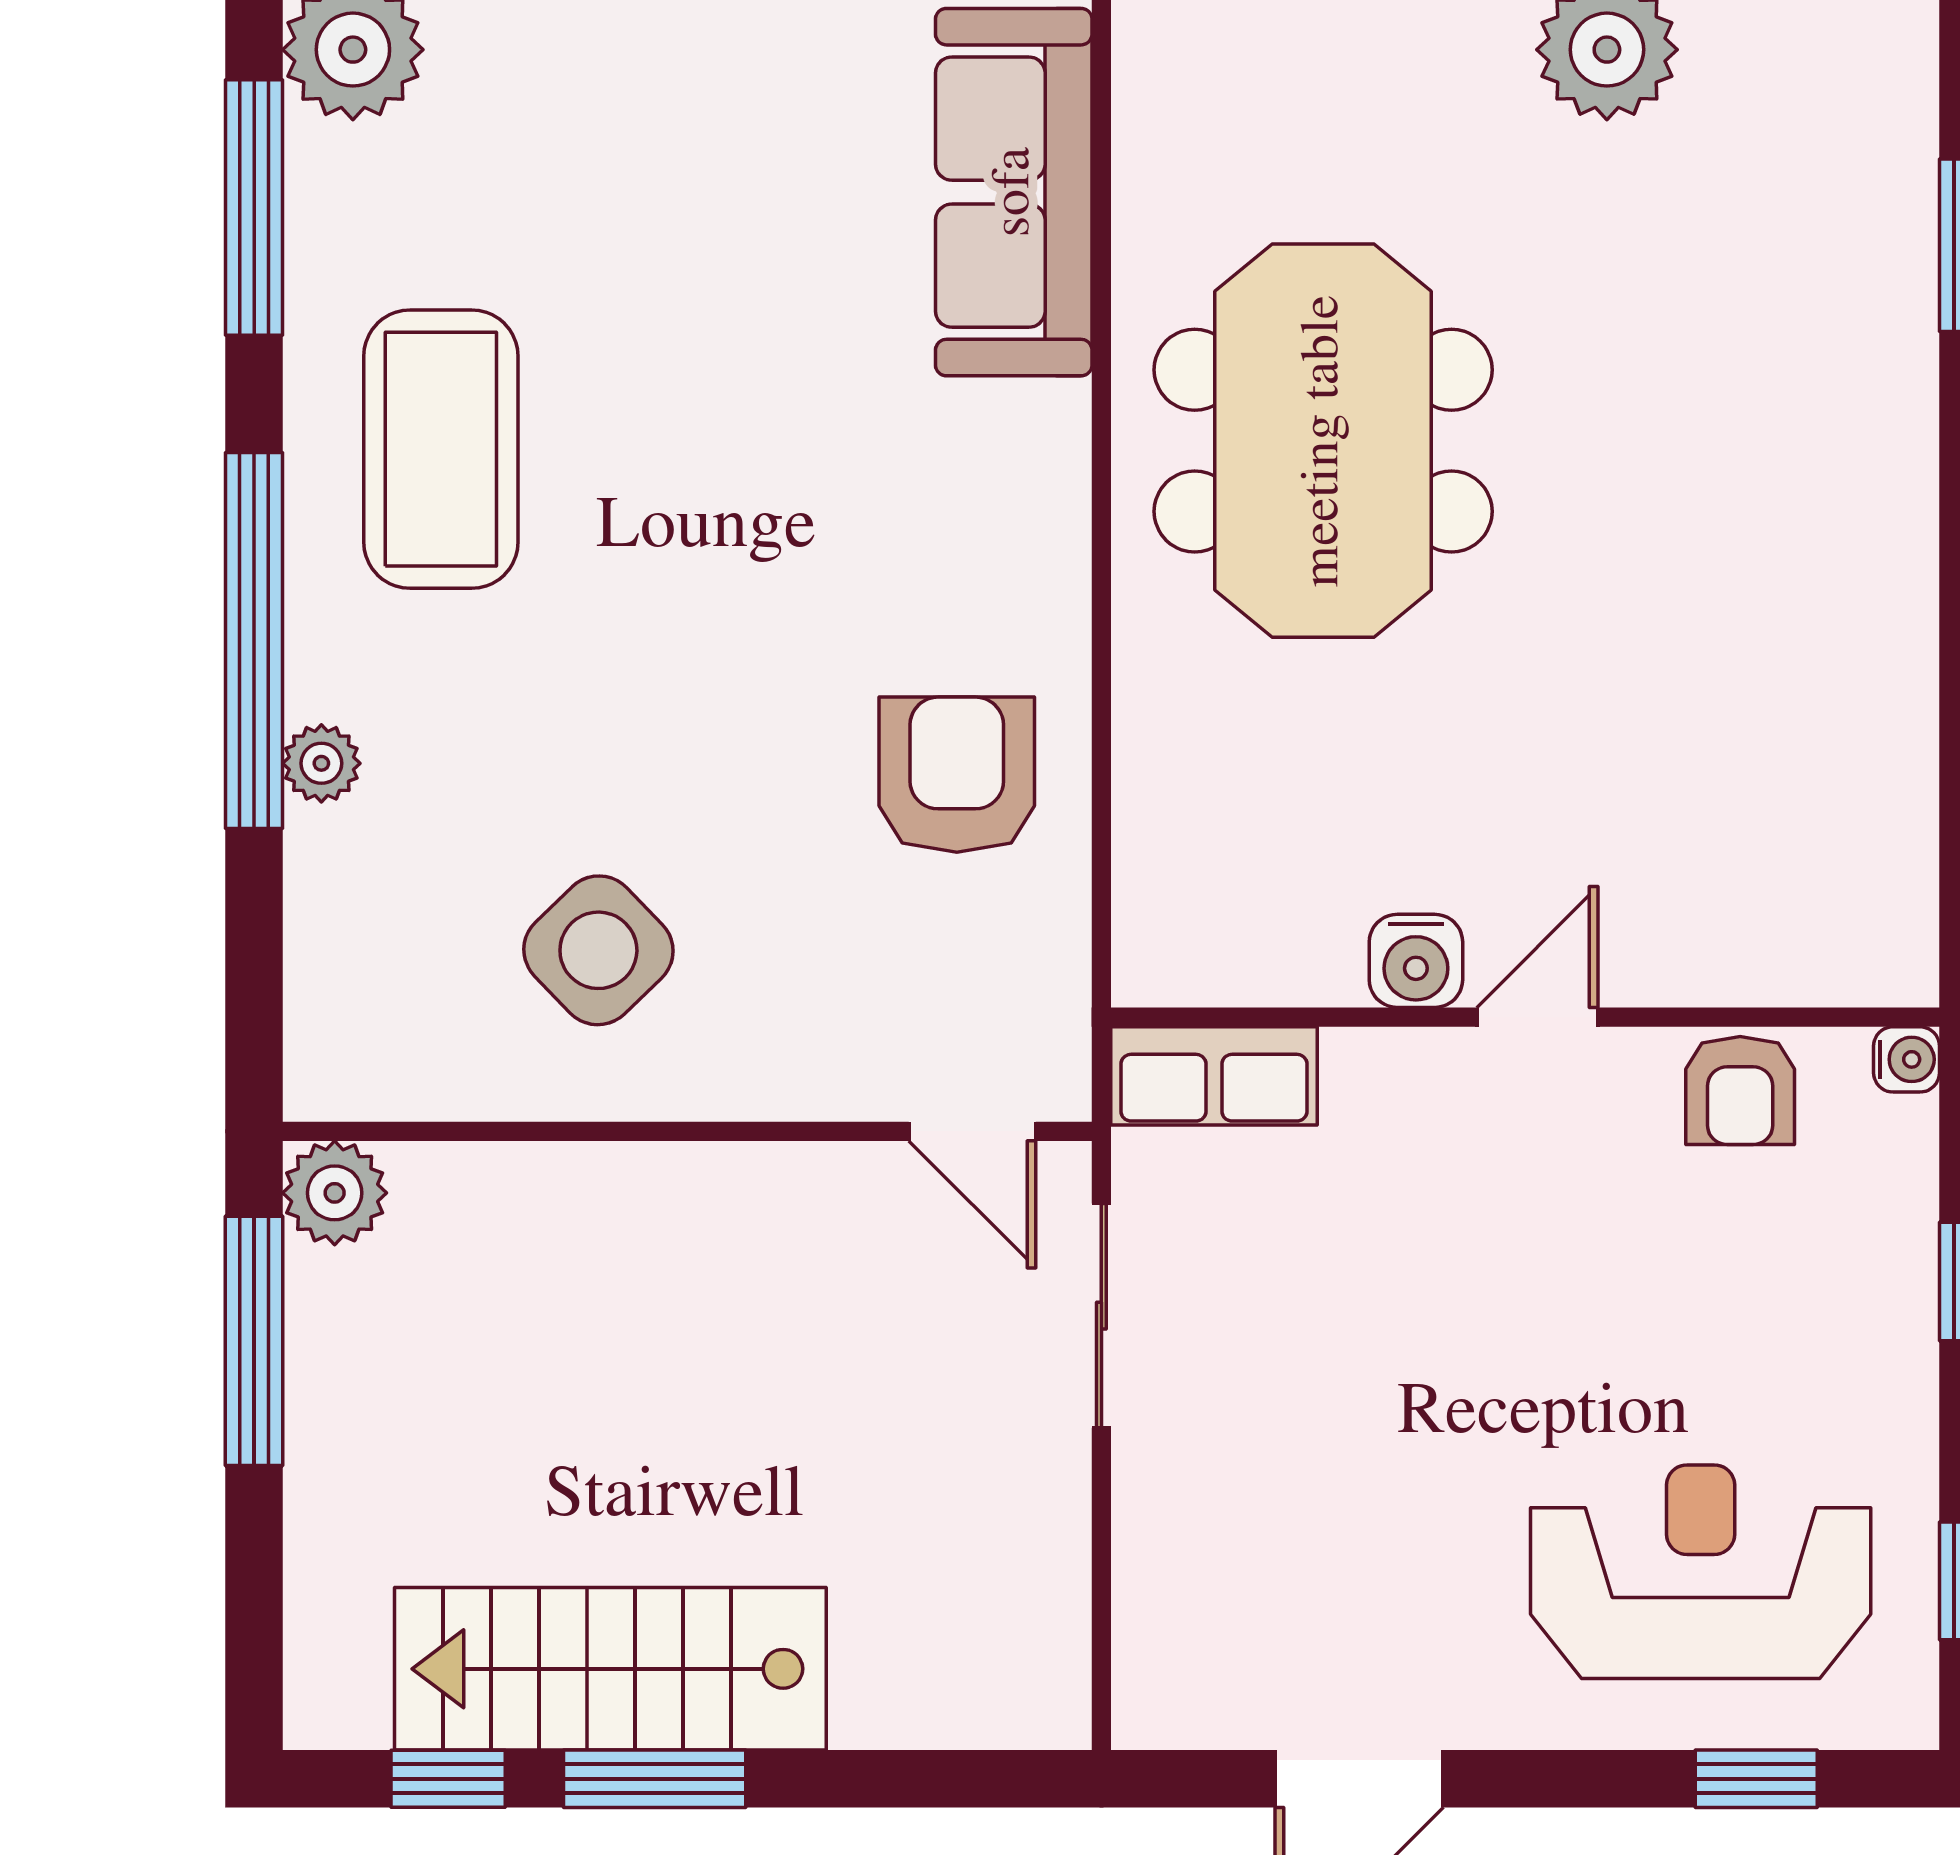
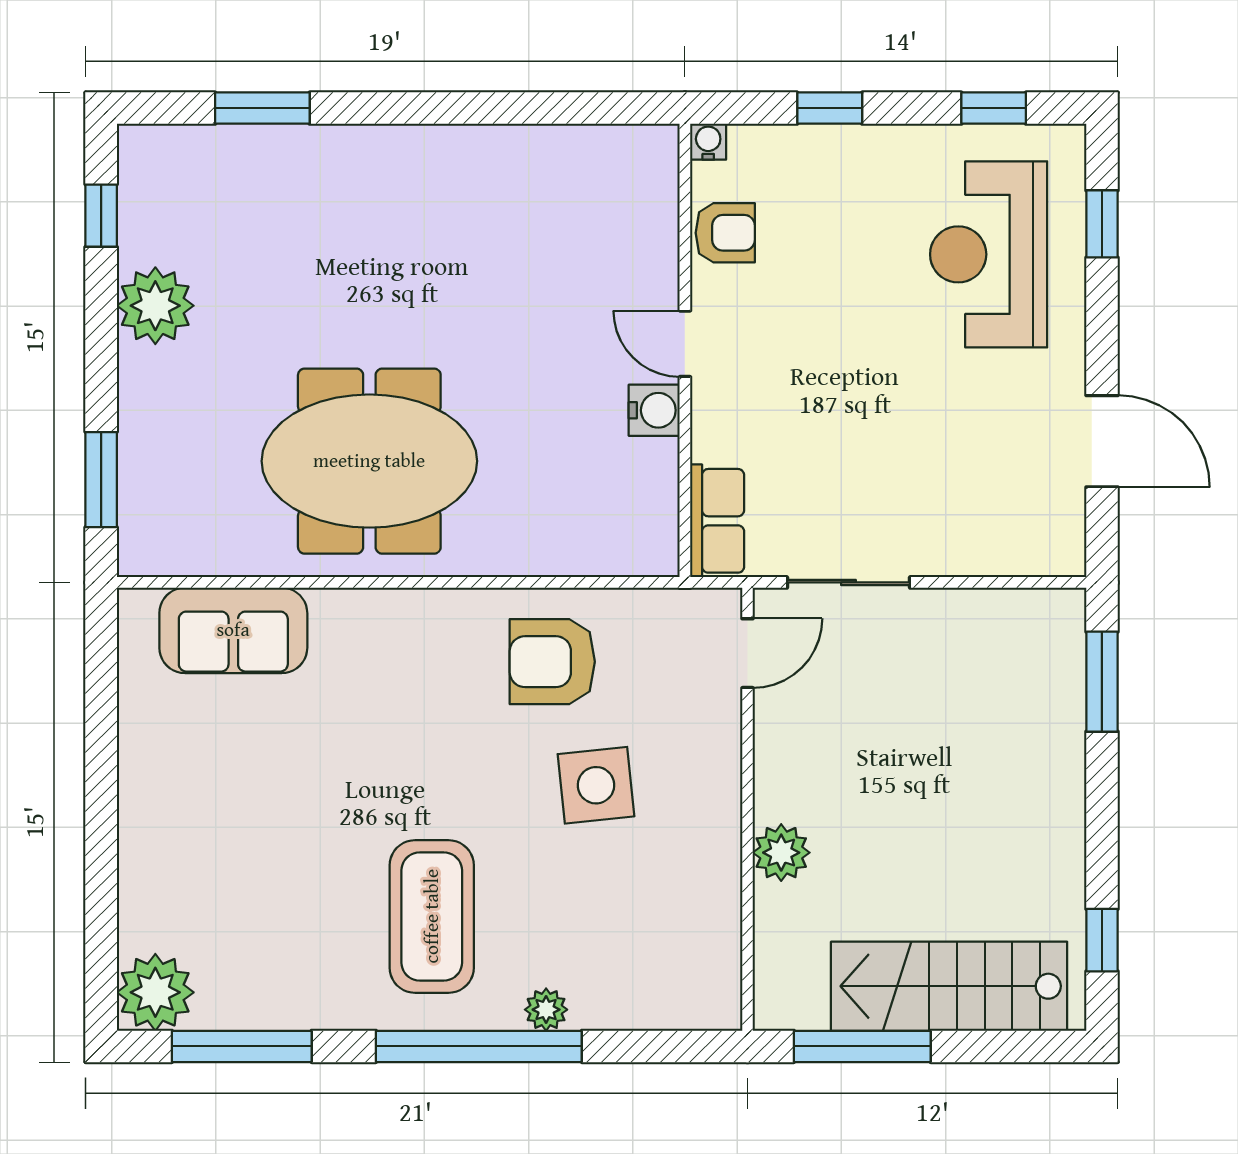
sofa: (1014, 192) -> (233, 630), width x0.73
coffee table: (441, 449) -> (432, 916), moved, turned 90
side table: (598, 950) -> (596, 785), moved, turned 38
plant: (335, 1193) -> (781, 853), moved
stairs: (610, 1669) -> (949, 986), moved, turned 90
window: (655, 1779) -> (1102, 682), moved

